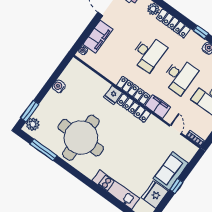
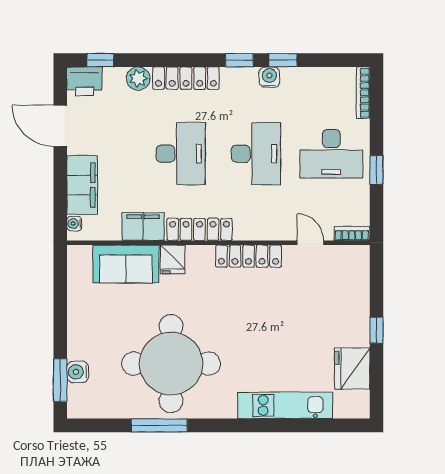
water cooler: (59, 86) -> (78, 372), moved
filing cabinet: (158, 106) -> (143, 227), moved
locker: (134, 108) -> (248, 256), moved
plant: (33, 124) -> (80, 397), removed
window: (43, 150) -> (159, 425), moved
sofa: (171, 171) -> (126, 264), moved, turned -90

